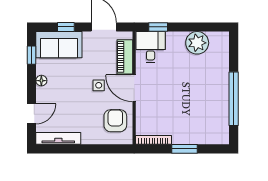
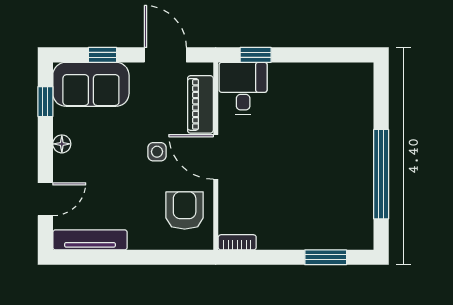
plant: (197, 43) -> (320, 81), removed
bookcase: (153, 140) -> (237, 242), width x0.64
window: (184, 149) -> (326, 257), moved

